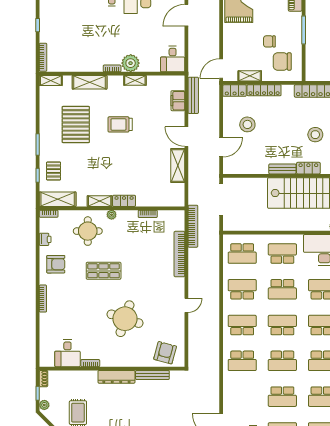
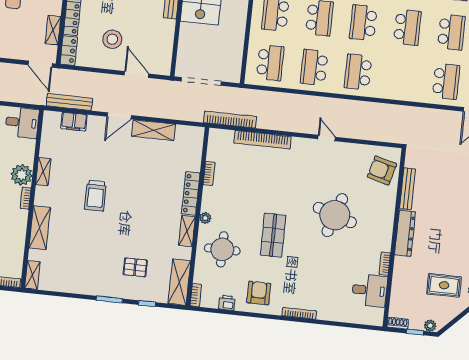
pallet: (76, 124) -> (90, 250), removed
pallet: (54, 171) -> (135, 267), moved
locker: (124, 201) -> (191, 194), width x1.53
school desk: (242, 361) -> (446, 81), moved

